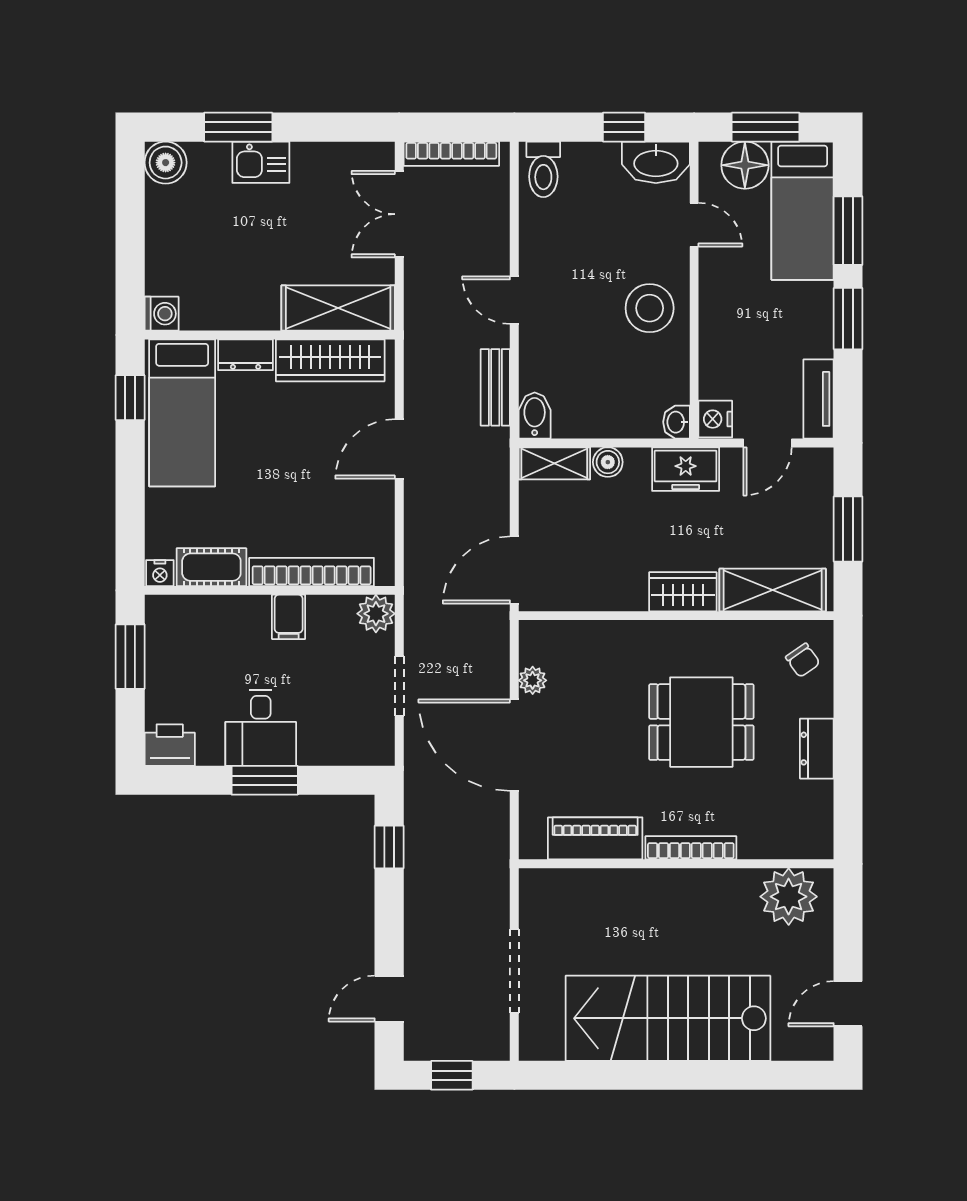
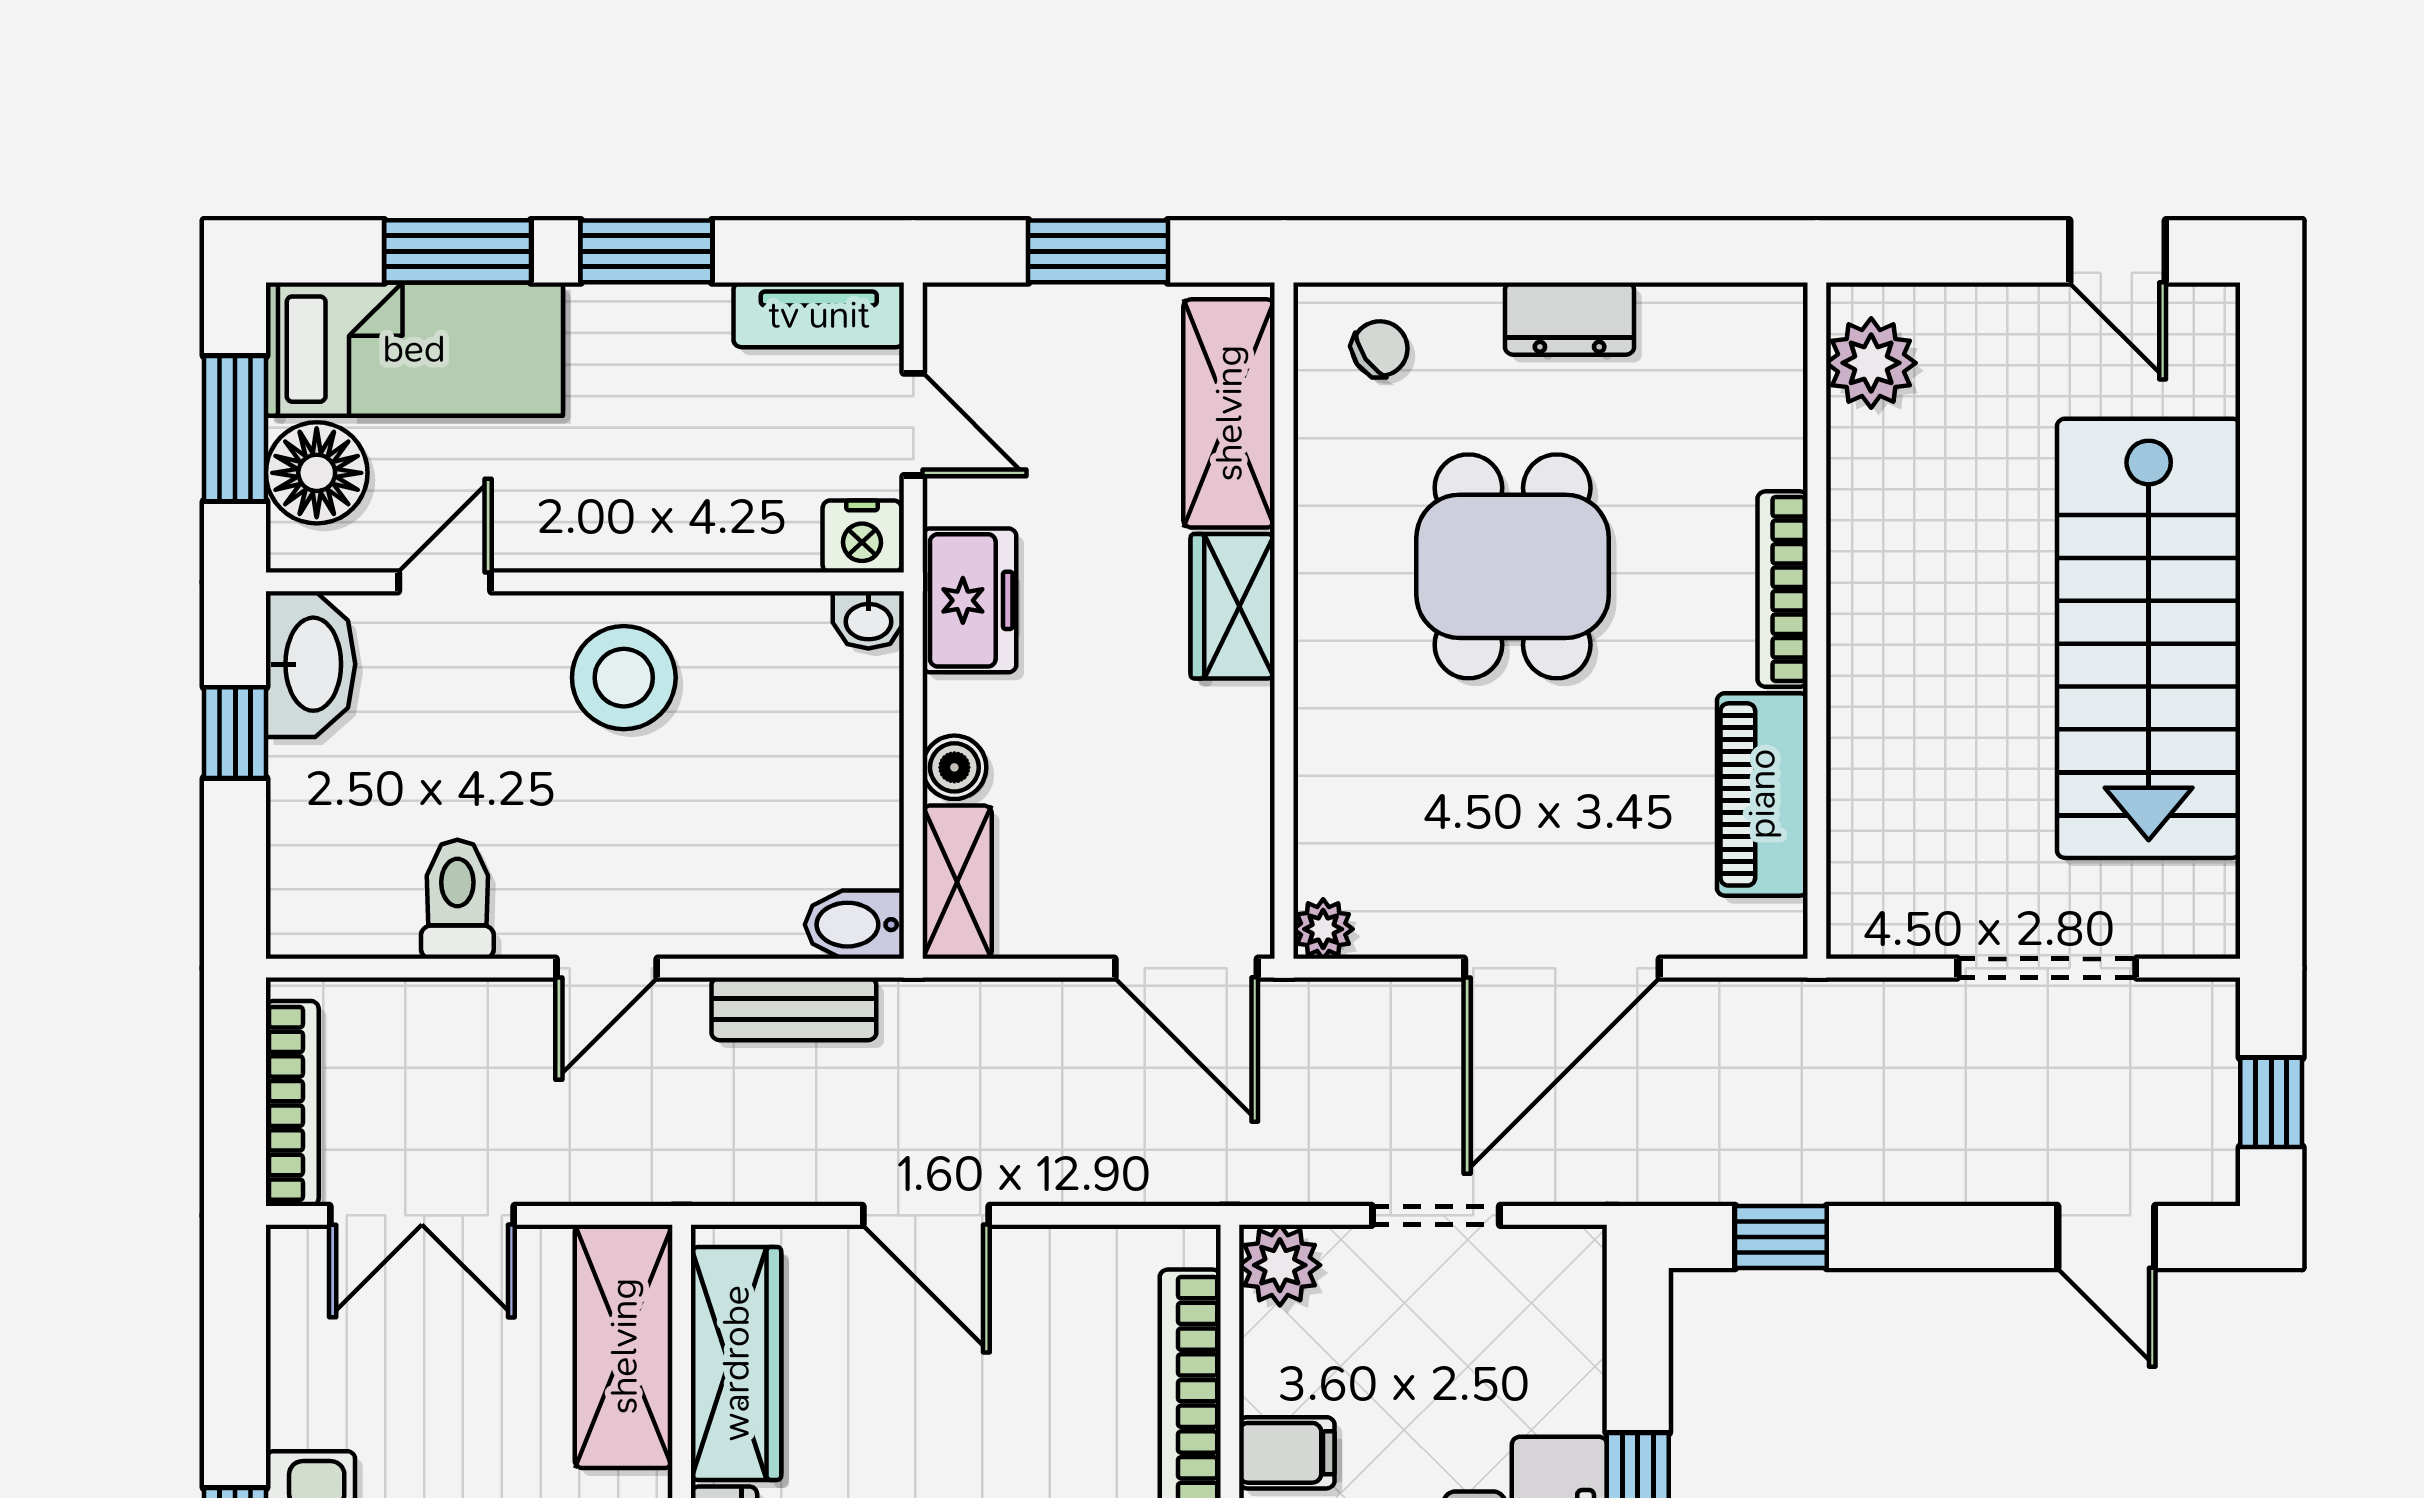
toilet: (543, 169) -> (457, 899), moved, turned -90
plant: (533, 680) -> (1323, 929), moved
plant: (789, 897) -> (1871, 363), width x0.73, depth x0.73

